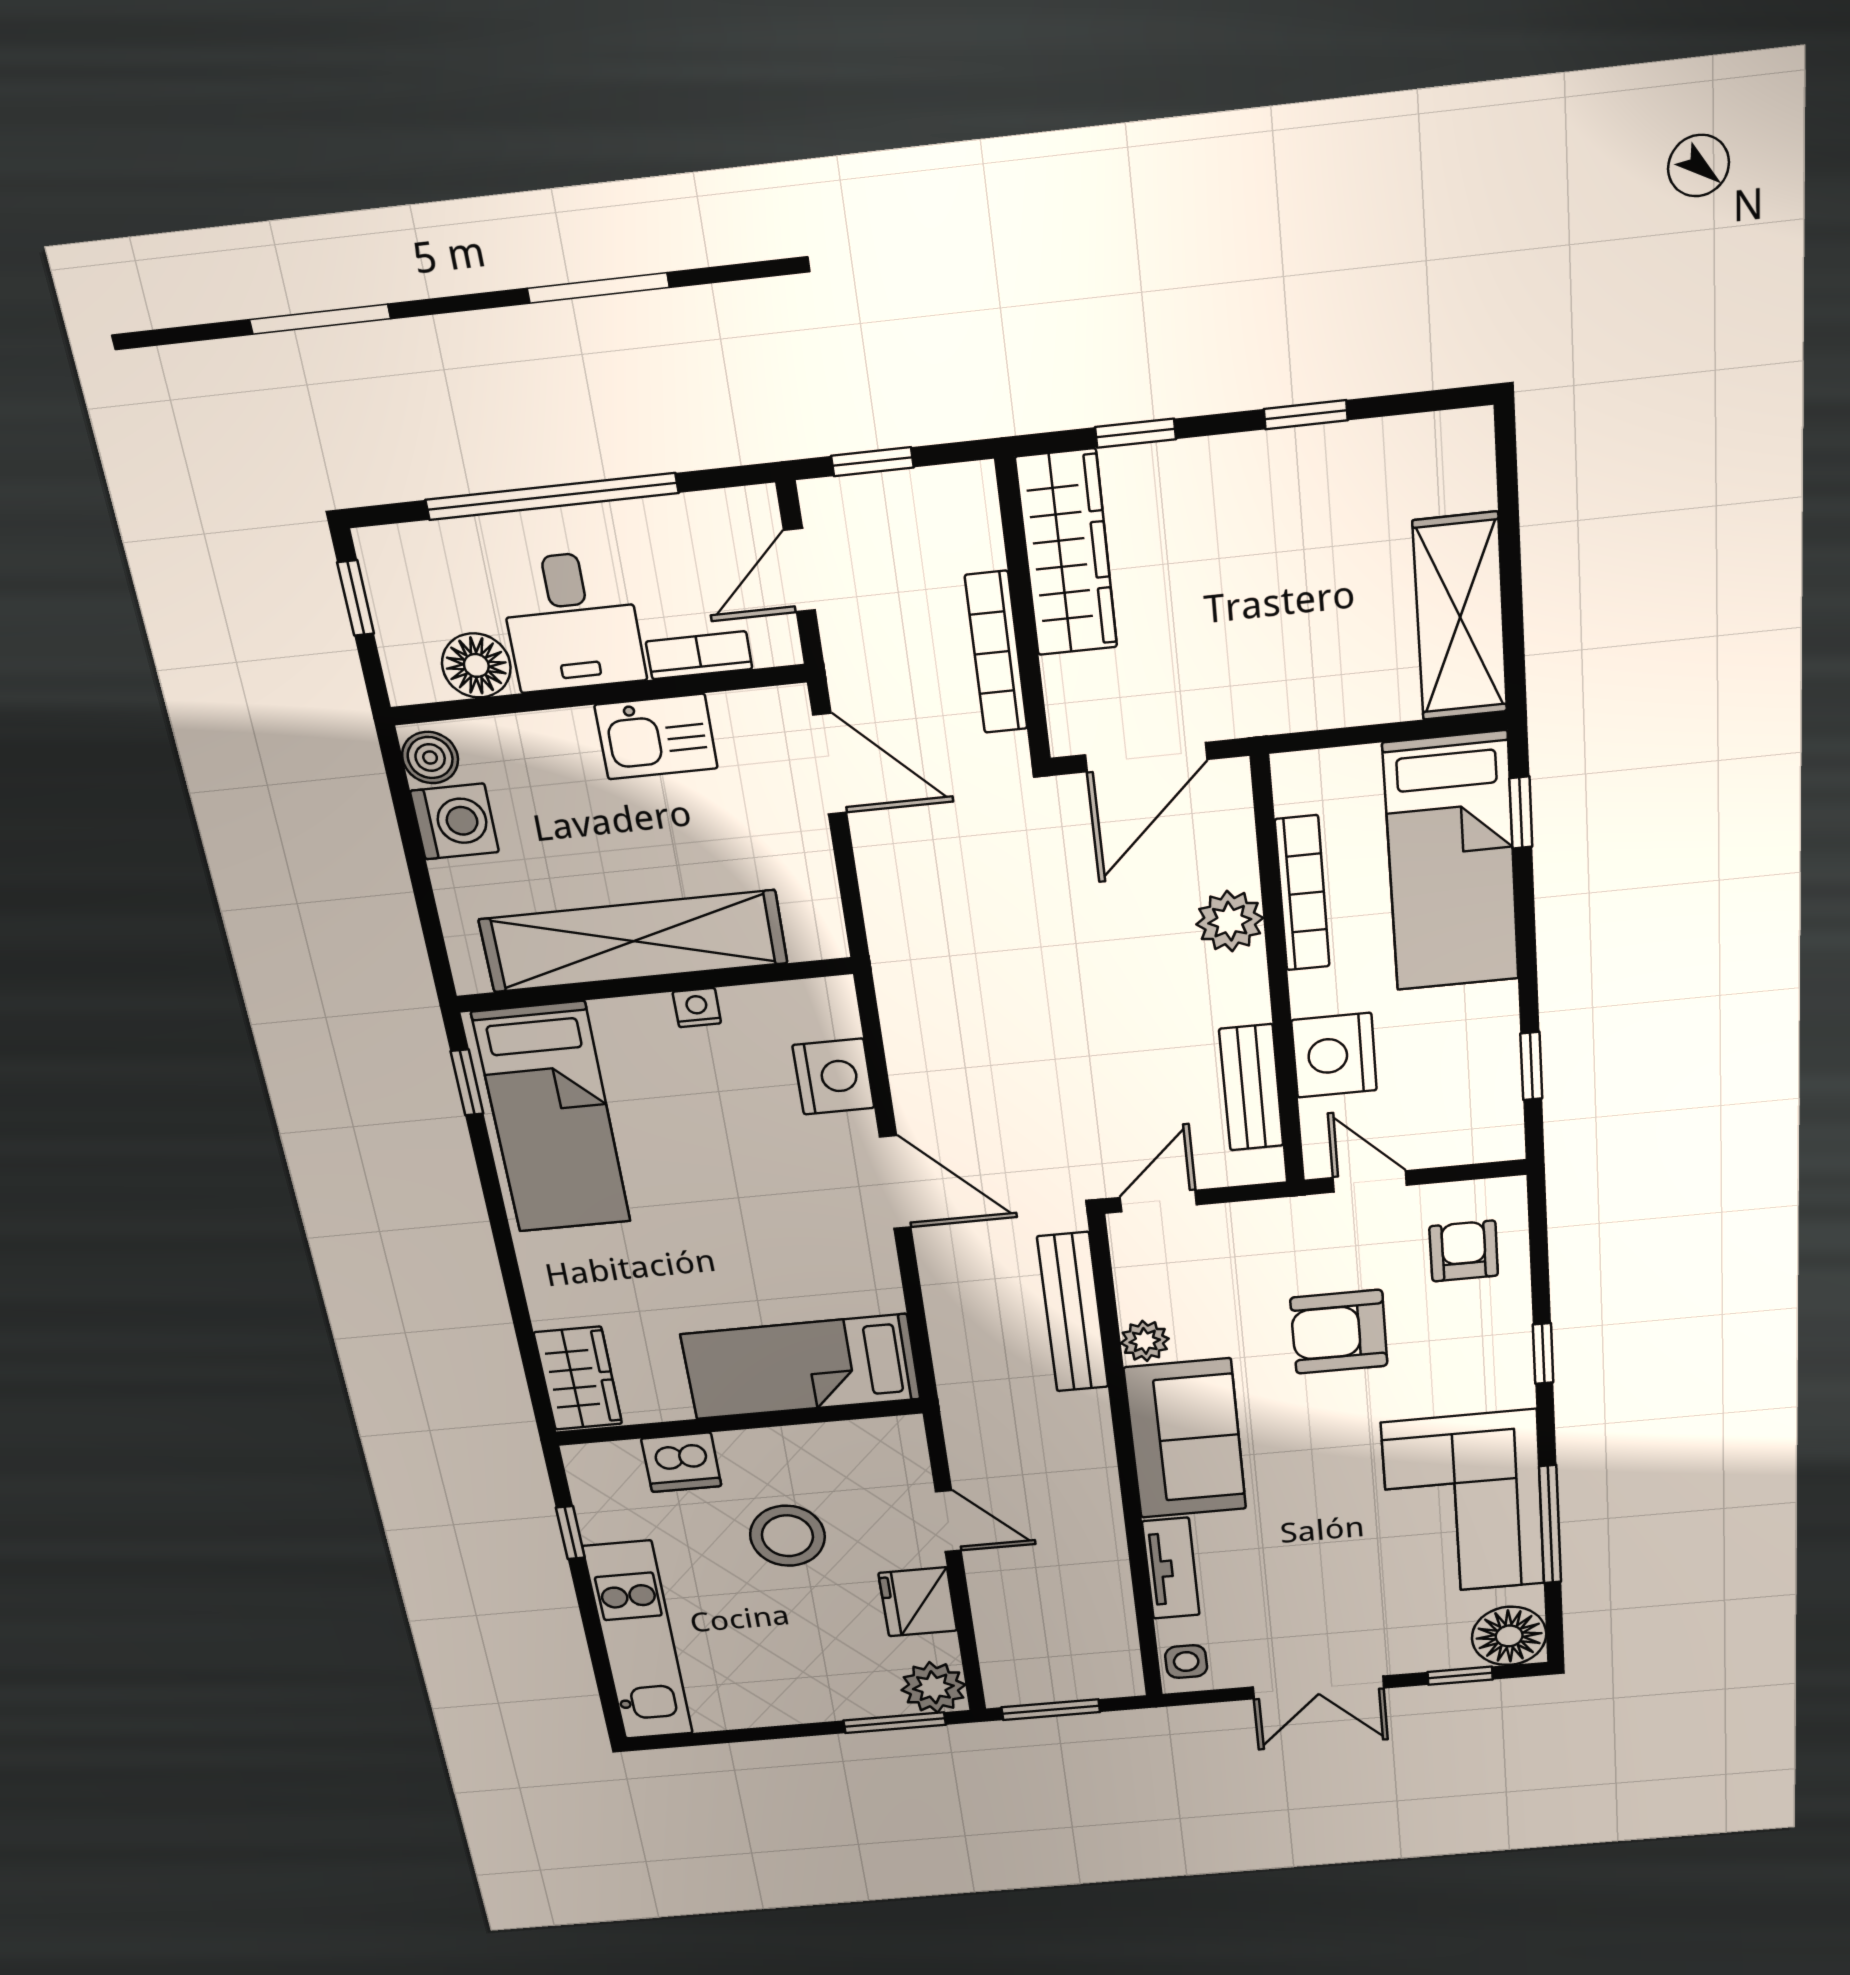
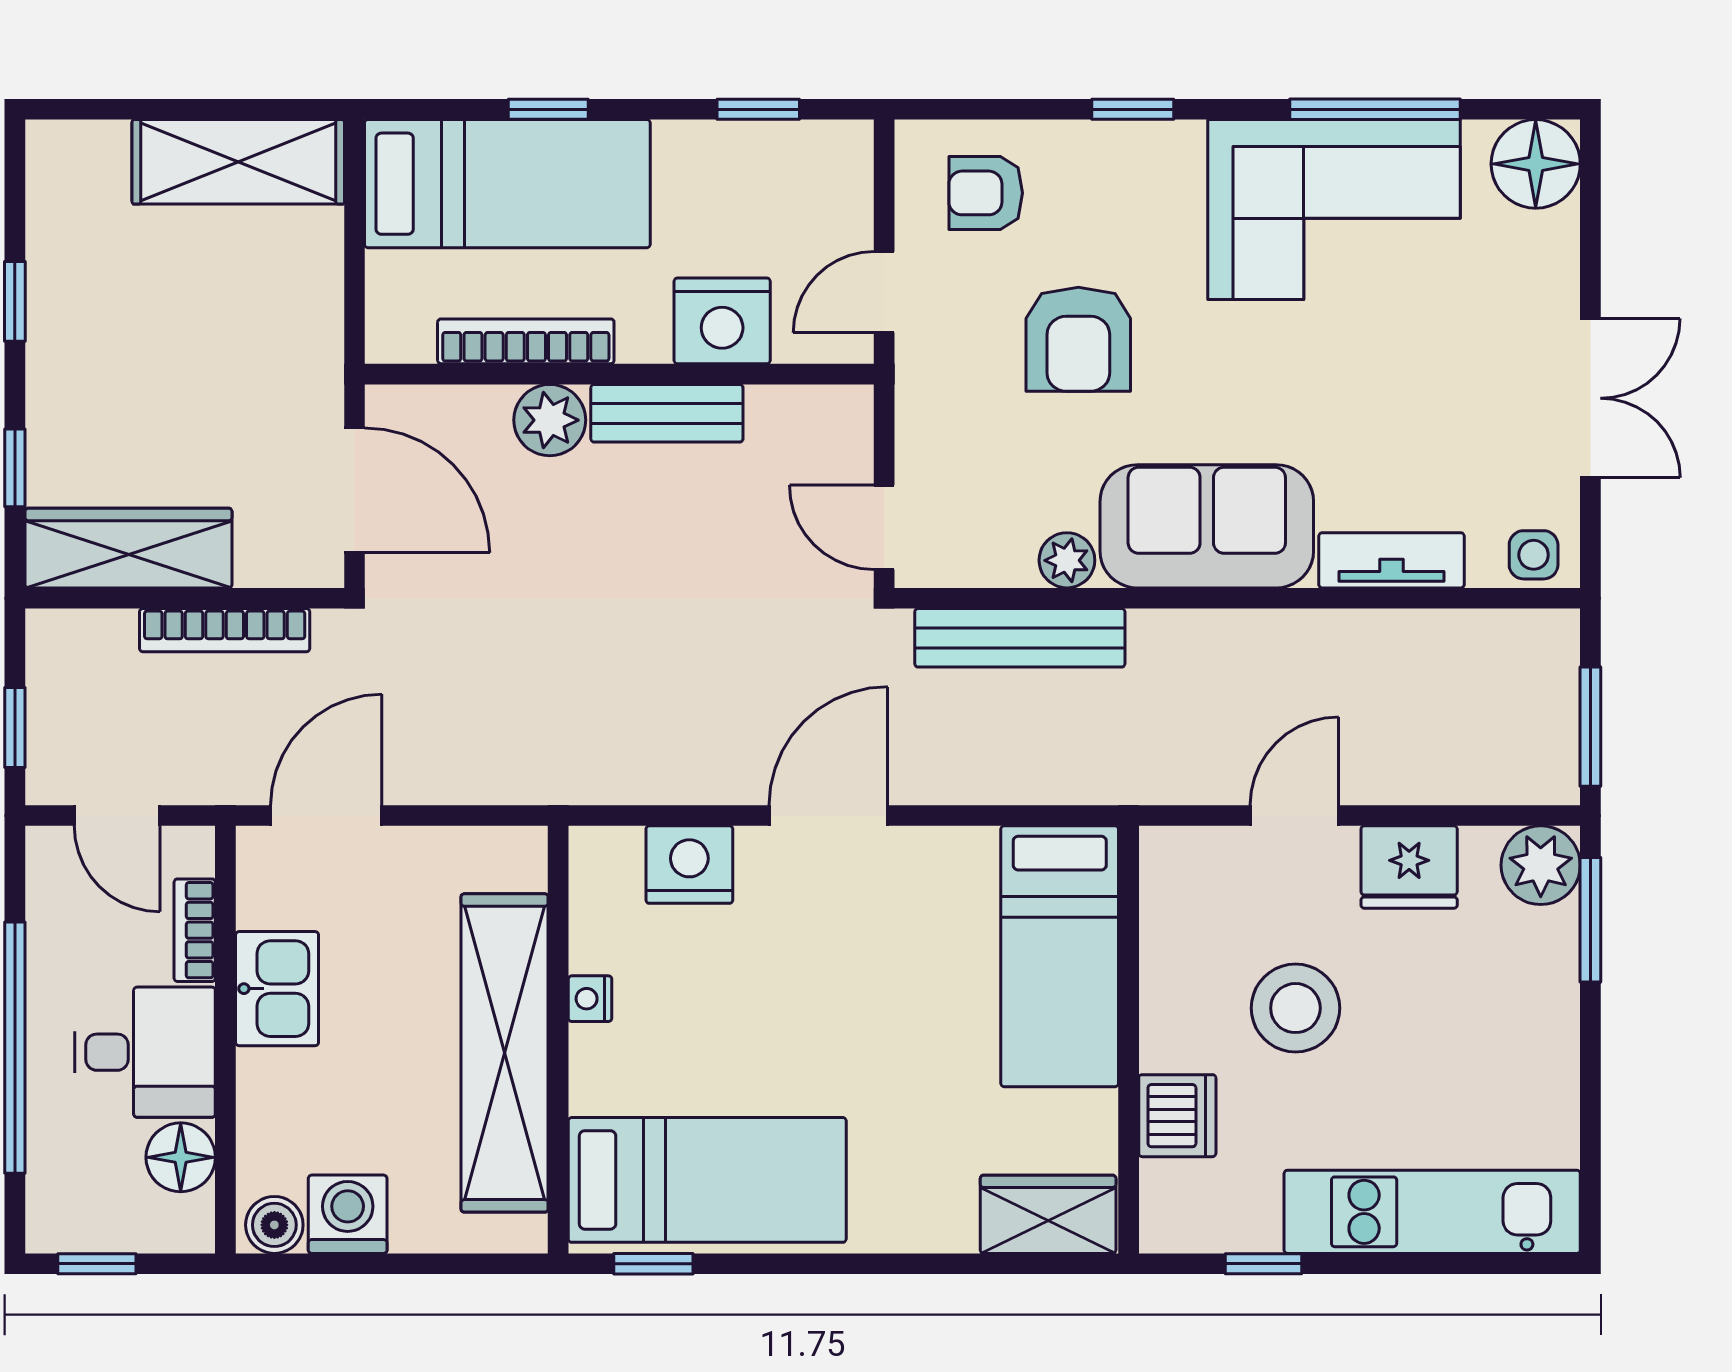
window: (1521, 813) -> (548, 109), moved
bench: (1251, 1088) -> (667, 413), moved
window: (1460, 1676) -> (1590, 225), removed

